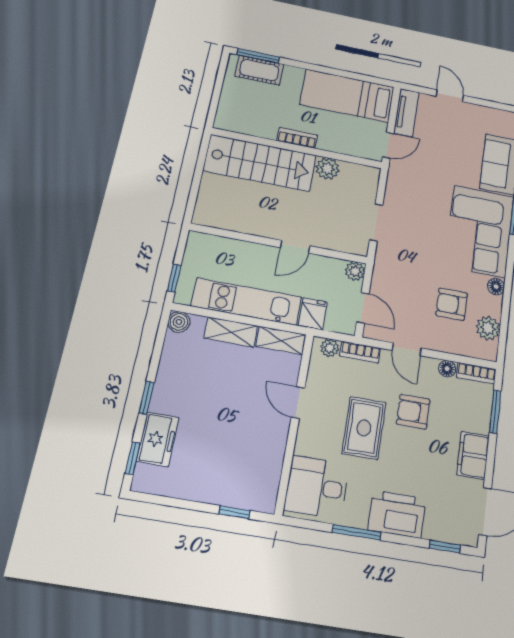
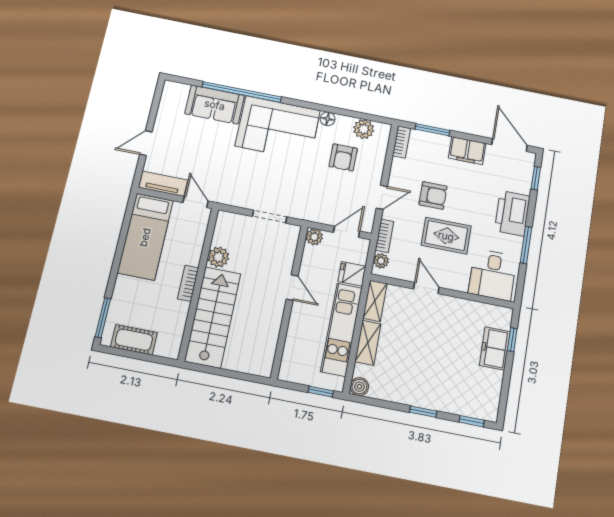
cot: (259, 70) -> (134, 340), moved, turned 90
floor lamp: (447, 369) -> (398, 165), removed
door: (298, 403) -> (426, 288), swing flipped
armchair: (413, 412) -> (433, 195), turned -90
freezer: (158, 439) -> (495, 348), moved, turned -90

